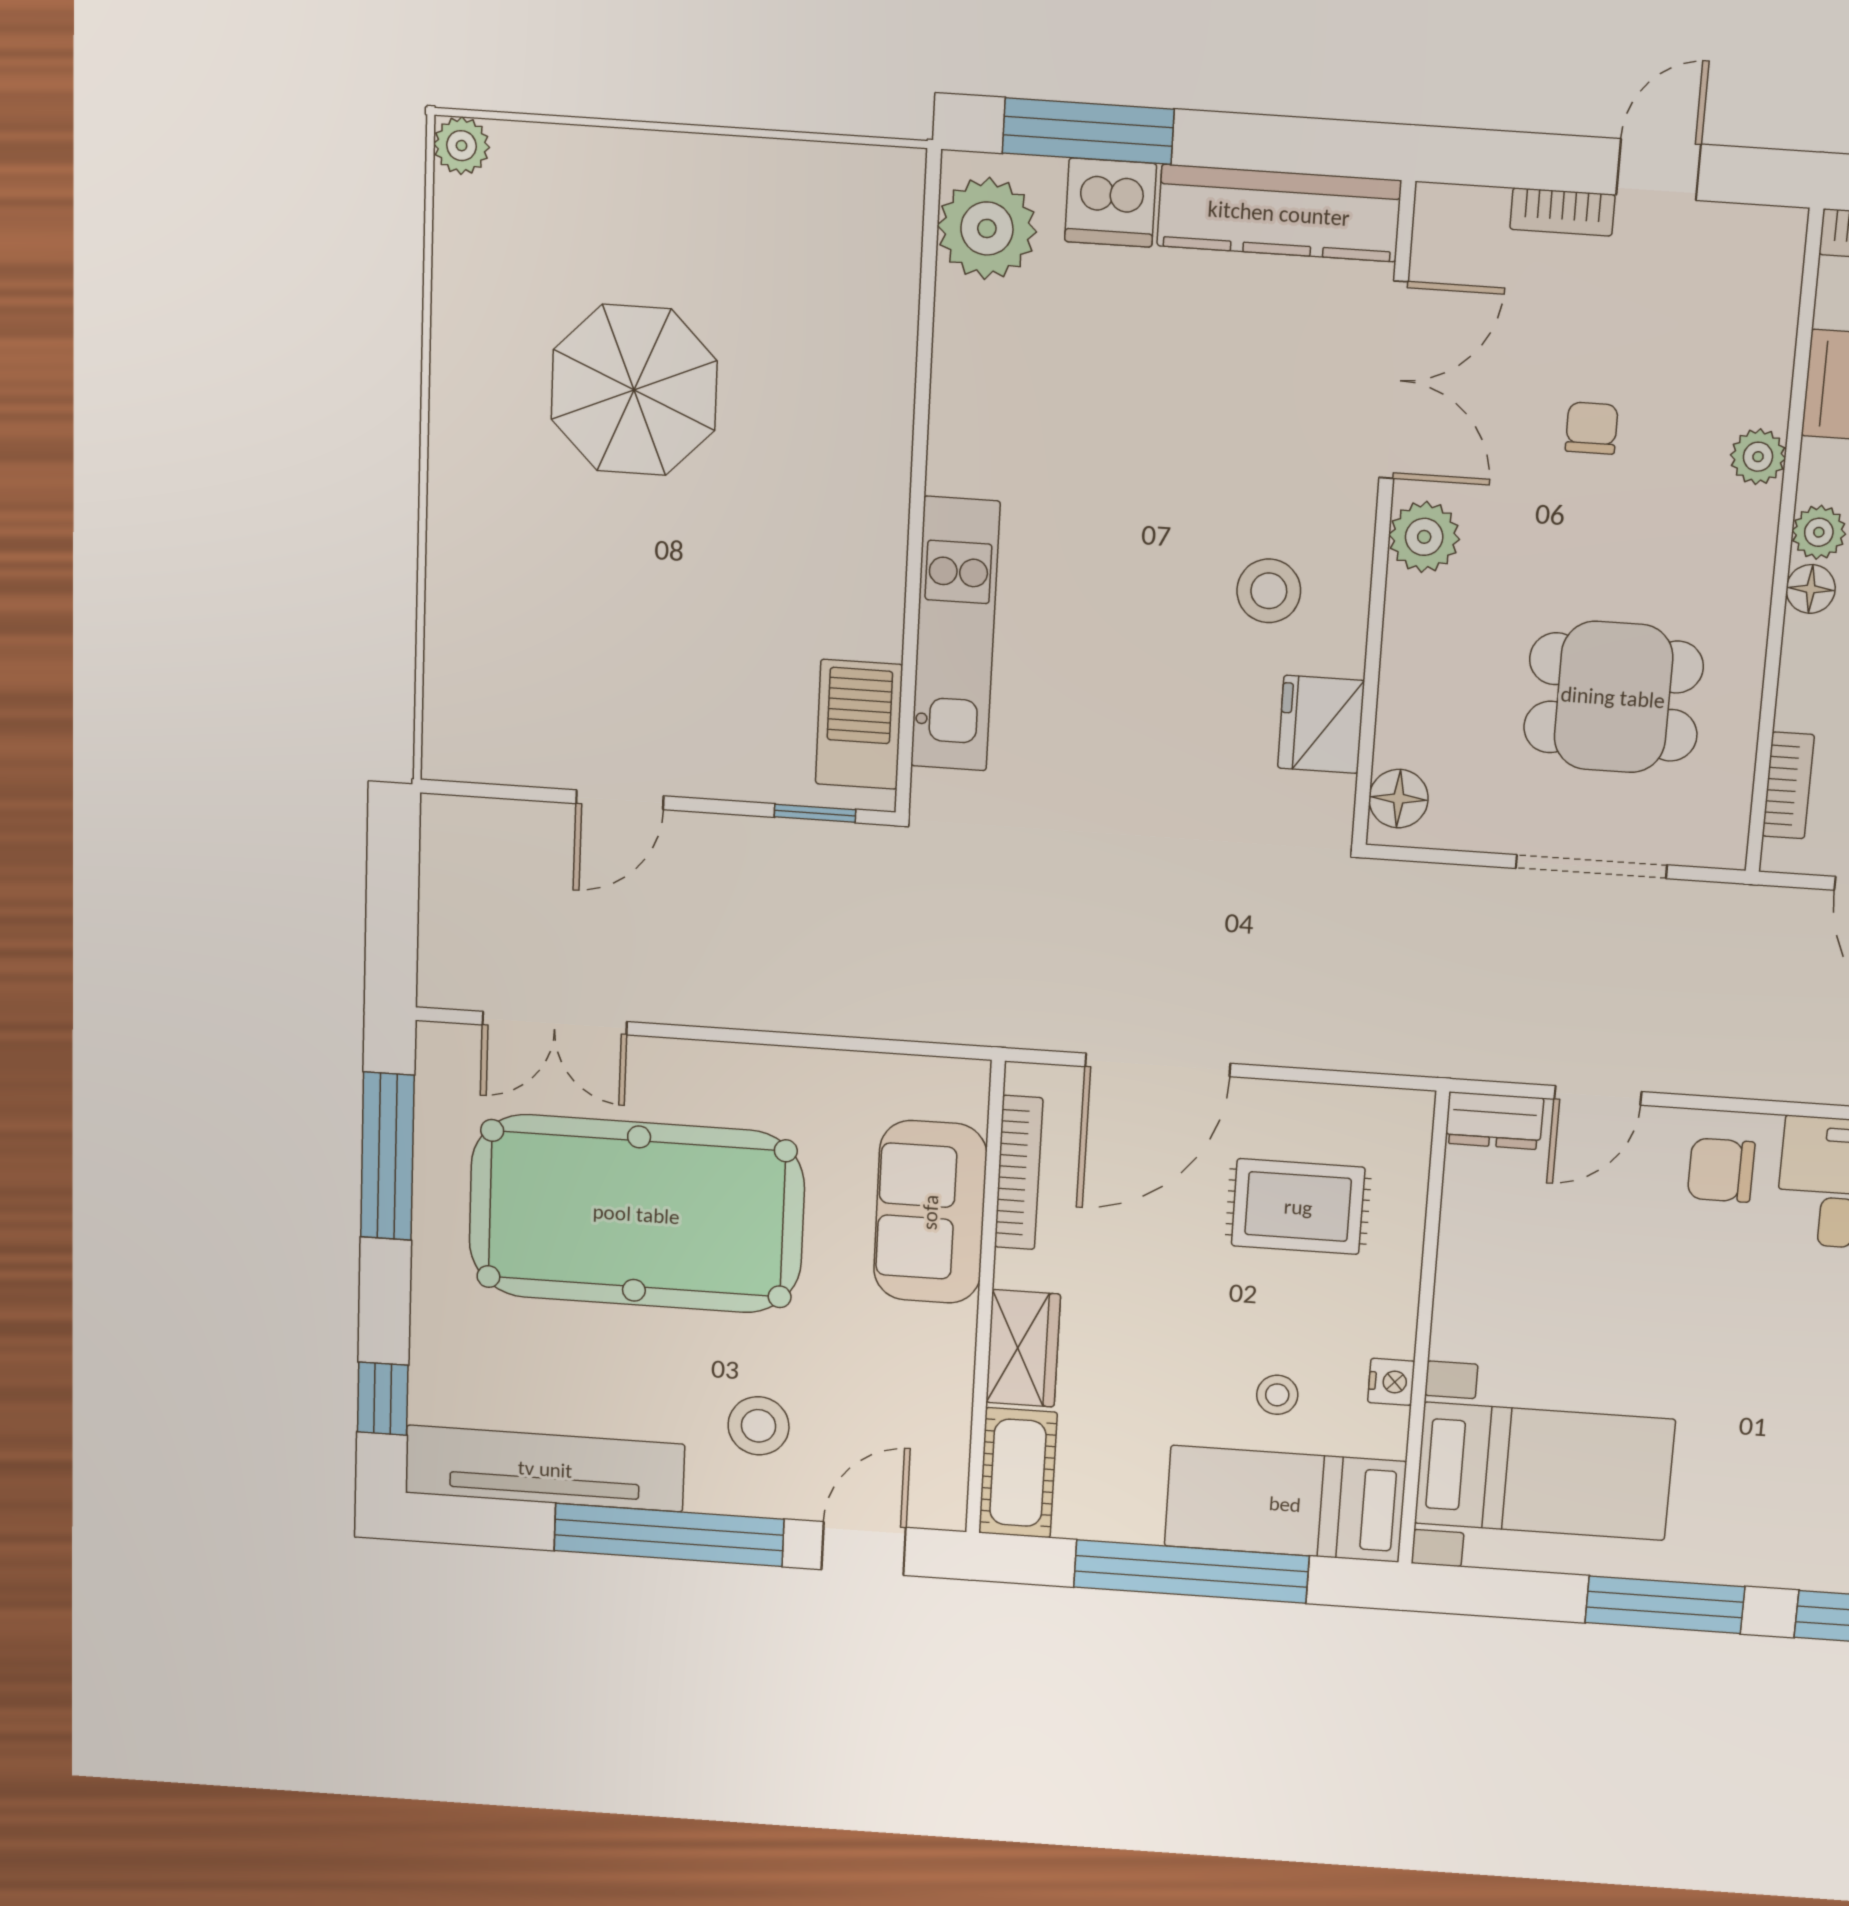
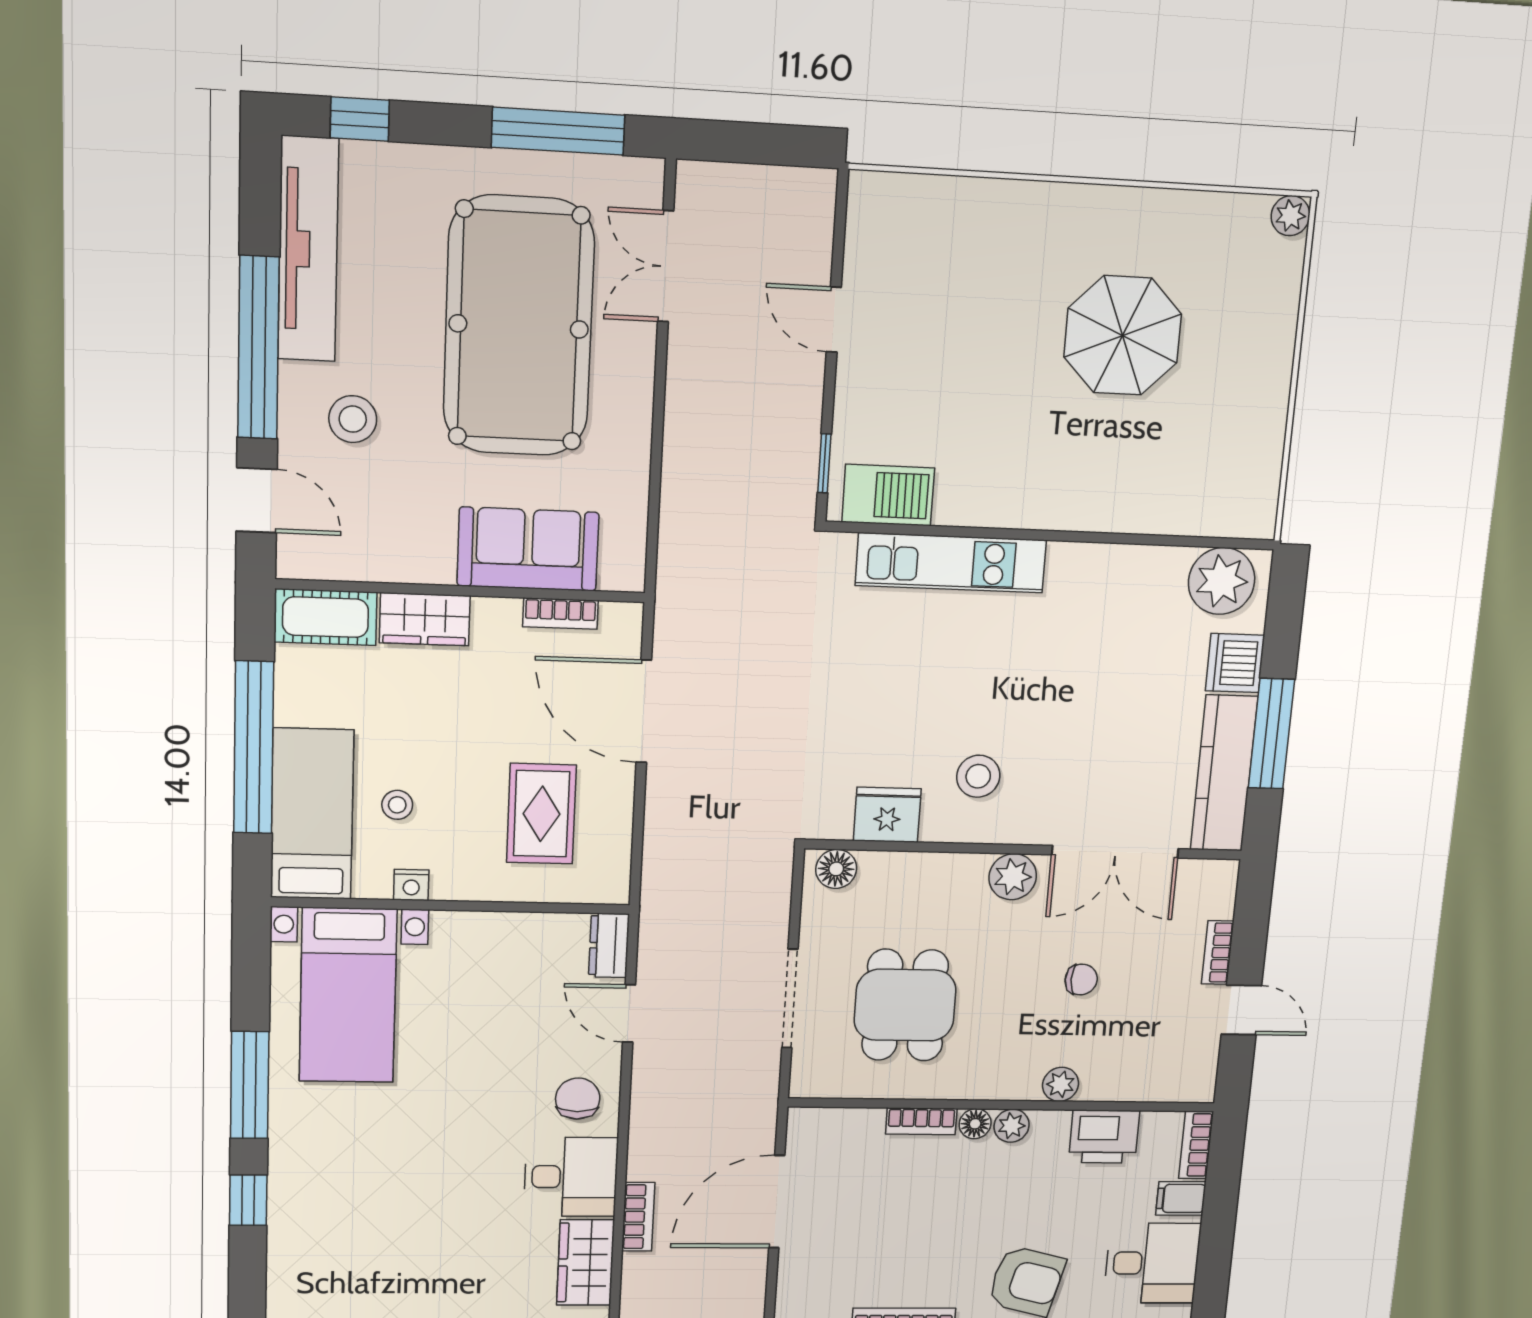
window: (1088, 131) -> (1271, 734), moved
bookcase: (1788, 785) -> (921, 1121), moved
bookcase: (1019, 1173) -> (560, 614), width x0.64

